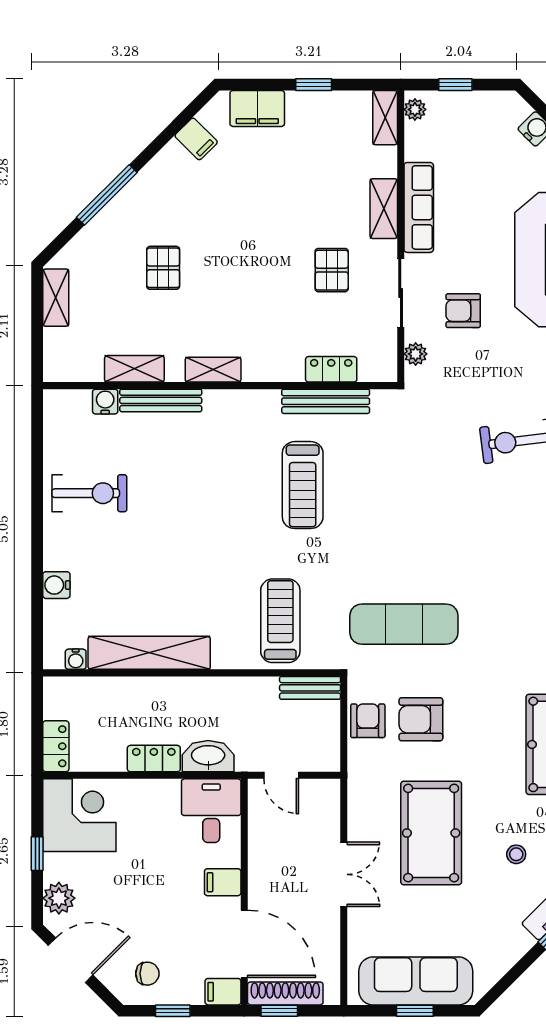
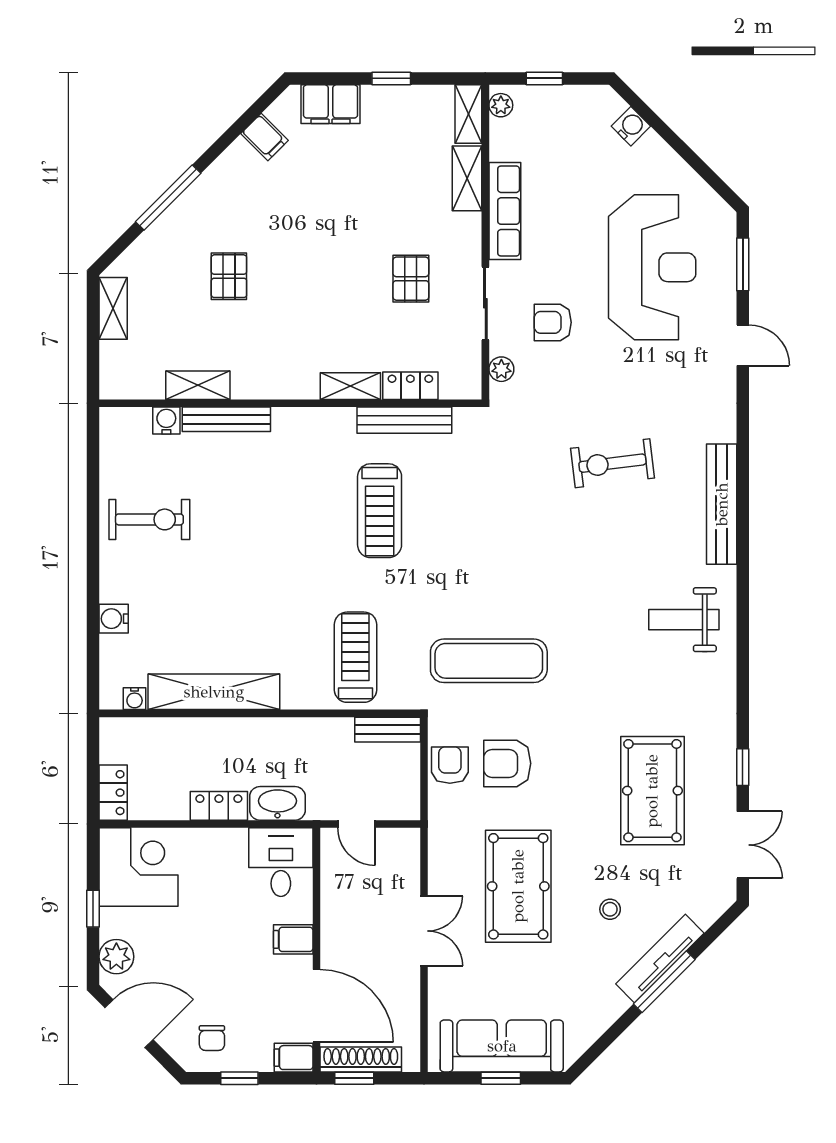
shelving: (384, 209) -> (467, 178), moved
shelving: (213, 370) -> (350, 386), moved
chair: (147, 974) -> (212, 1038), turned 90

